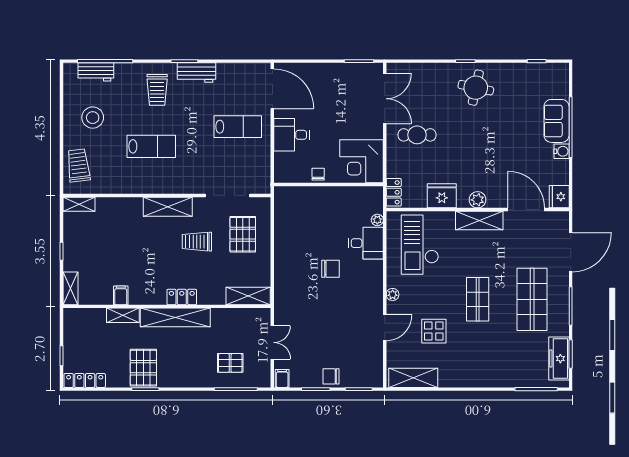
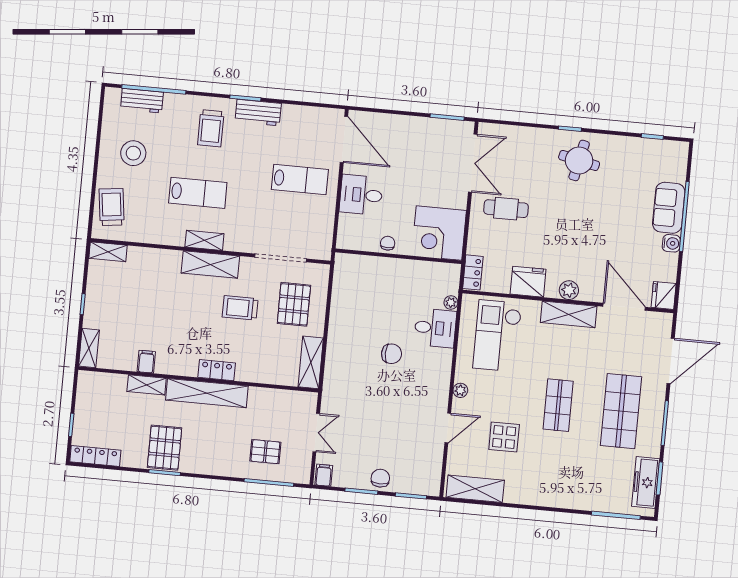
shelving: (161, 187) -> (204, 240), added
shelving: (248, 296) -> (311, 362), moved, turned 90
chair: (331, 376) -> (380, 478), turned 90

